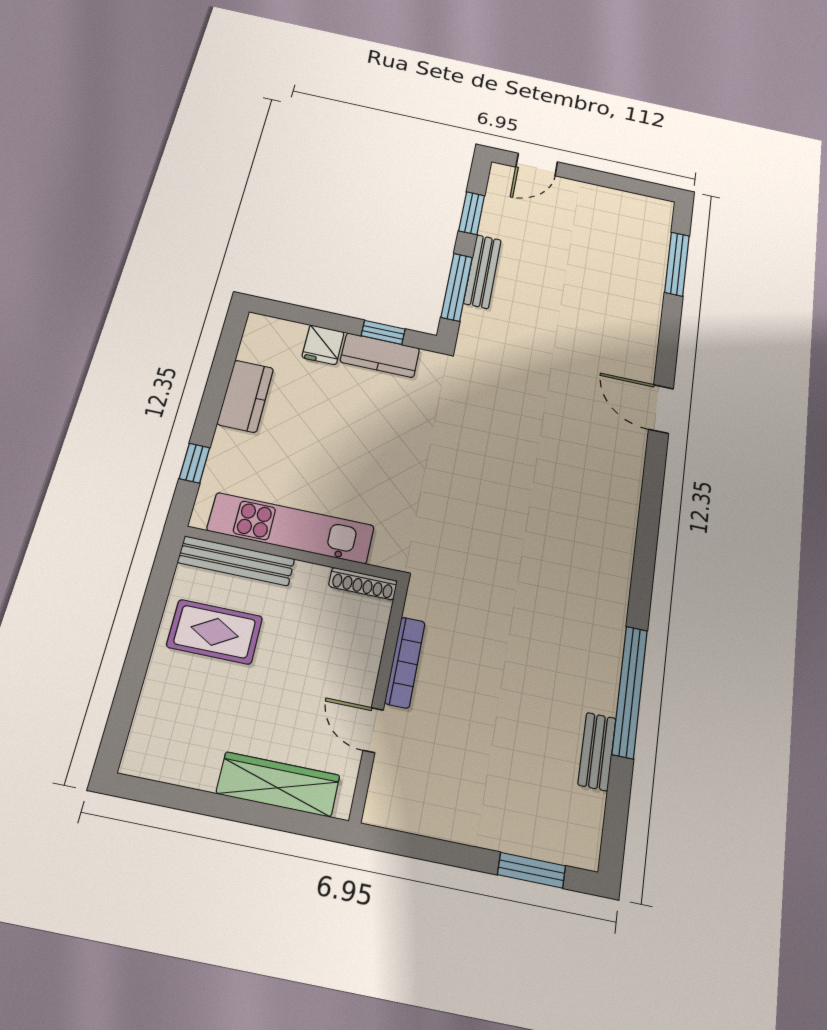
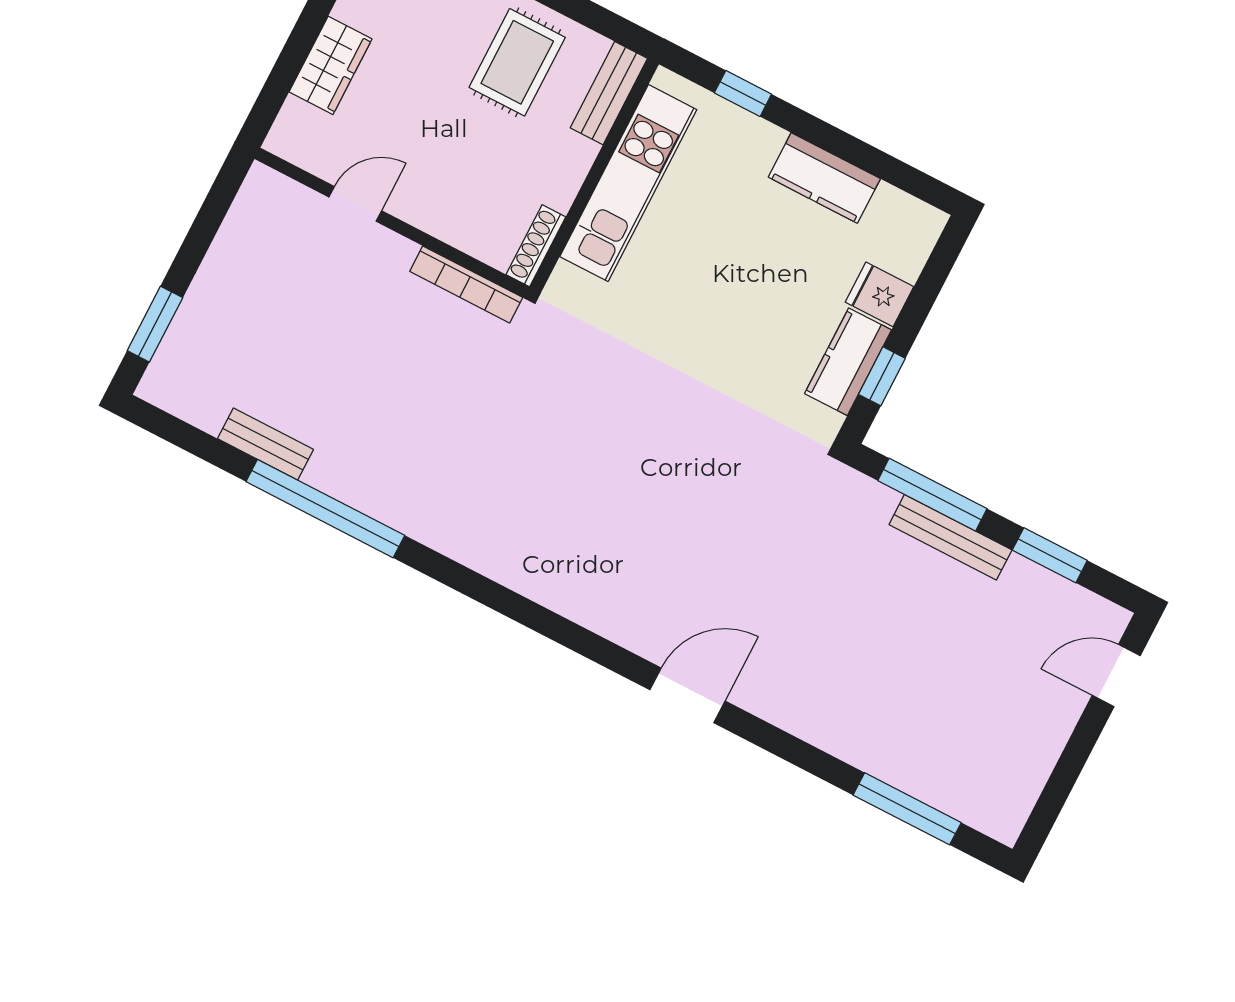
door: (537, 165) -> (1116, 675), hinge flipped
bench: (236, 561) -> (609, 93), width x0.73
bookcase: (405, 662) -> (466, 284), moved
wardrobe: (278, 784) -> (331, 65), width x0.67

